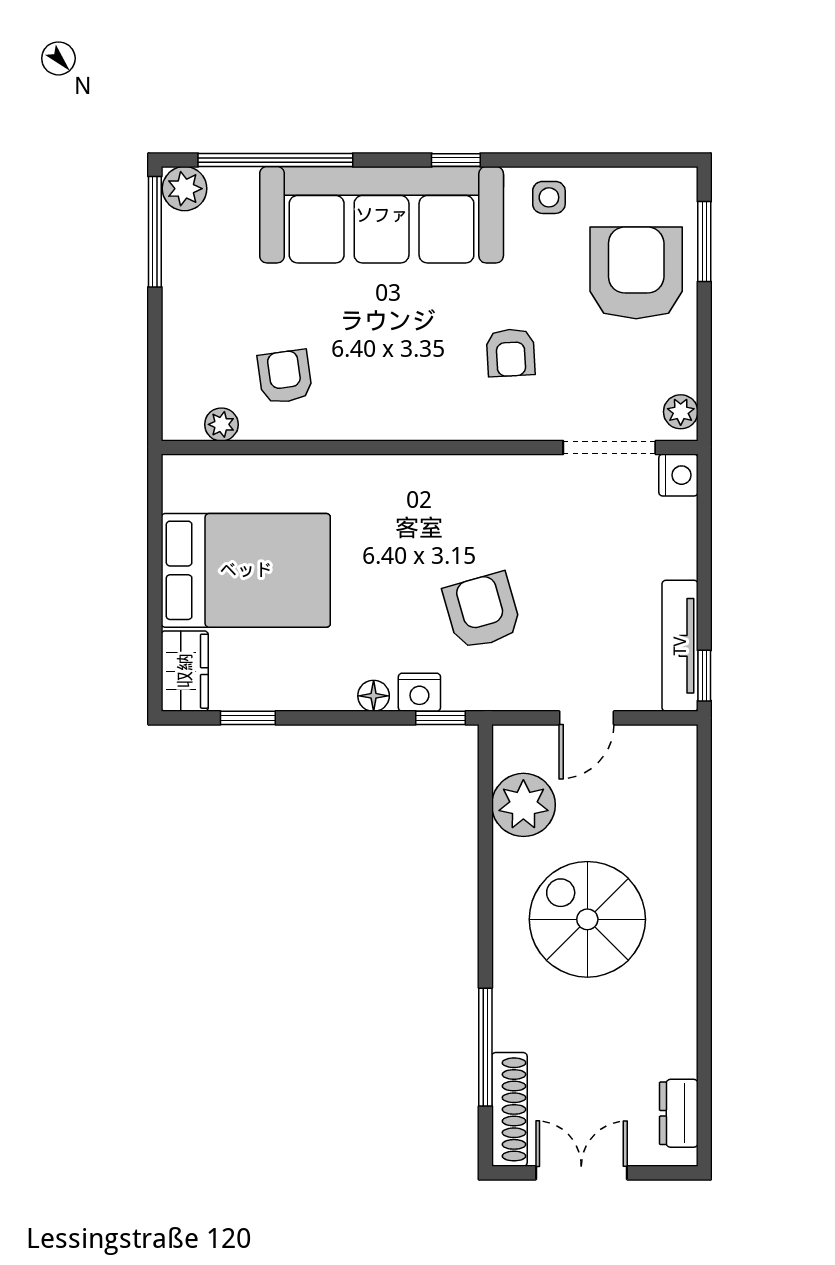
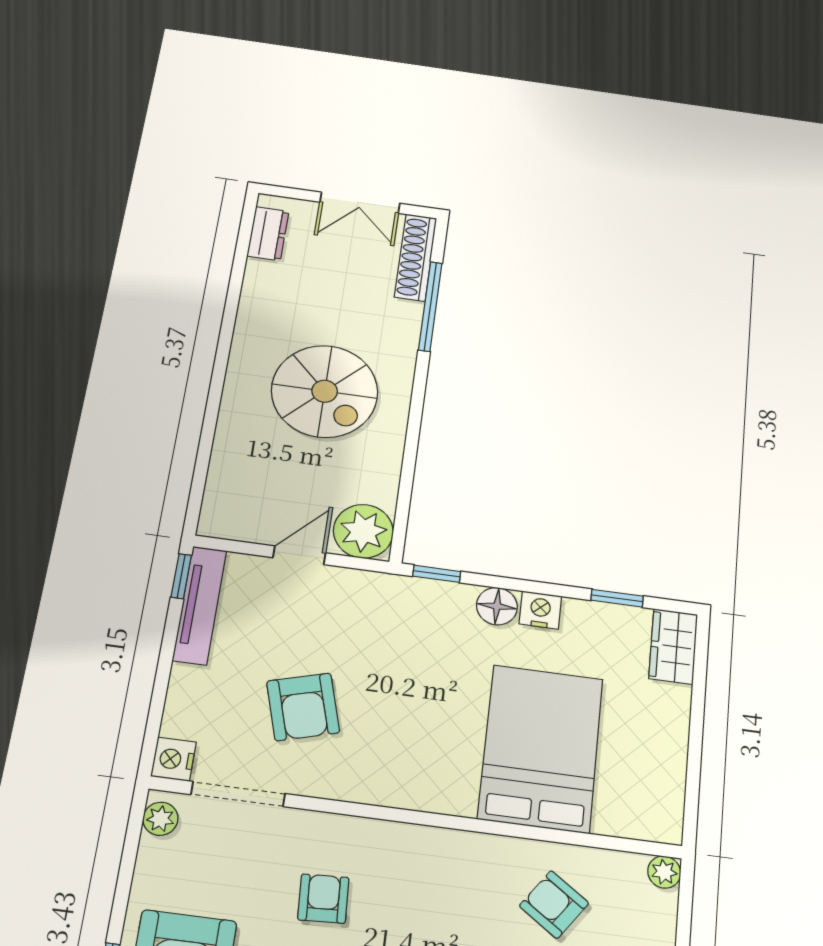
armchair: (285, 377) -> (554, 904), turned 133
plant: (221, 424) -> (664, 872), moved
bed: (246, 570) -> (541, 748), moved, turned 90
armchair: (482, 611) -> (303, 707), moved
nightstand: (419, 692) -> (540, 610), moved
floor lamp: (374, 696) -> (497, 606), width x1.37, depth x1.37
plant: (523, 805) -> (363, 531), moved

